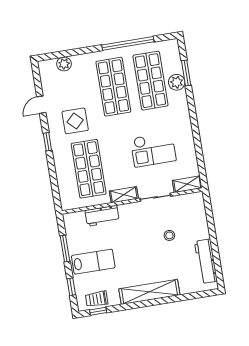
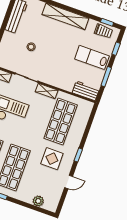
workbench: (102, 216) -> (86, 91), moved

